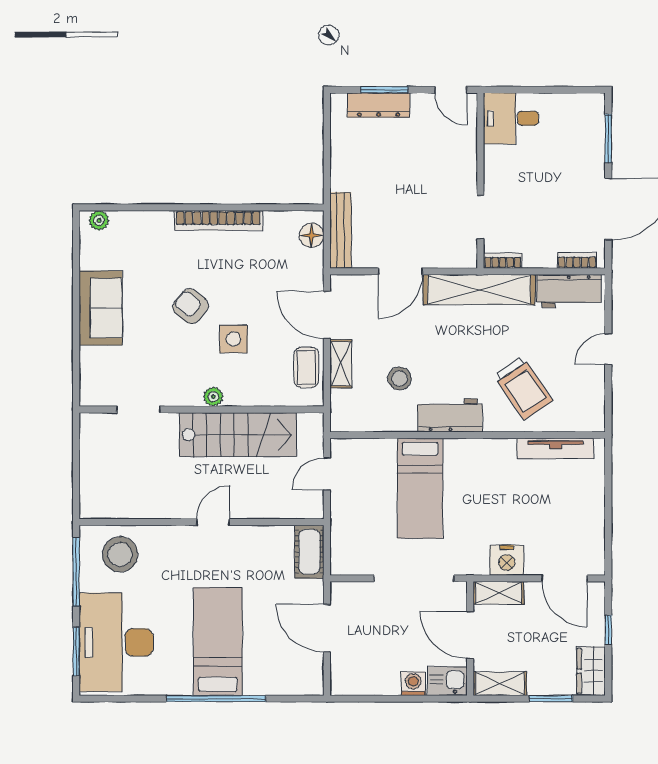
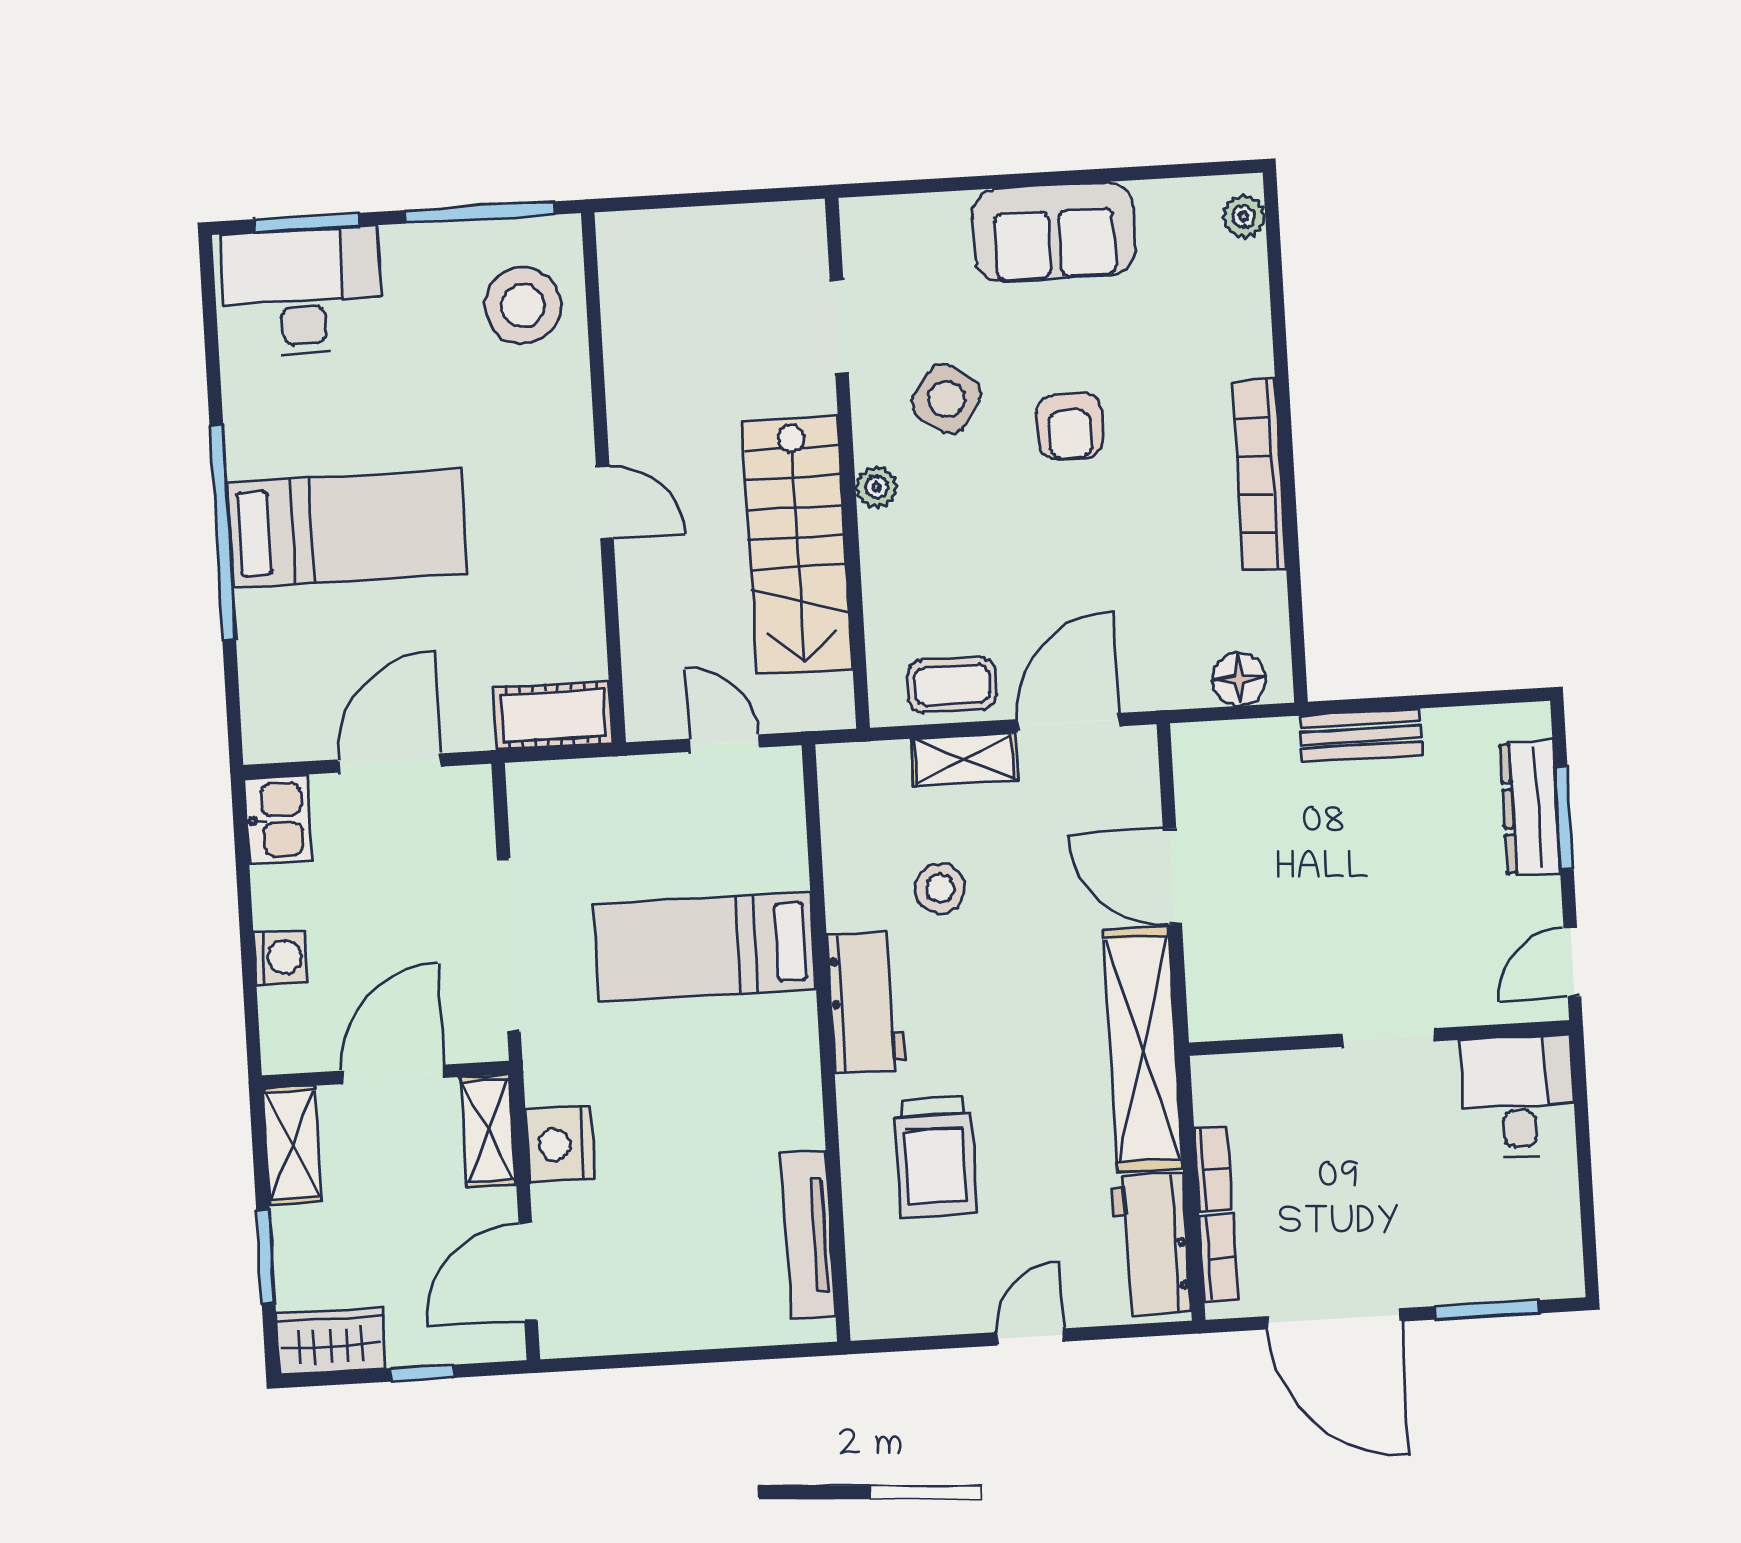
doorway: (480, 217) -> (1388, 1037), moved
bench: (341, 230) -> (1361, 735), moved, width x0.73
bookcase: (503, 261) -> (1213, 1169), moved
armchair: (191, 306) -> (1070, 426), turned 141
side table: (233, 339) -> (947, 399), moved, turned 35
door: (608, 349) -> (1031, 1337), hinge flipped
trolley: (523, 388) -> (935, 1157), turned -56
desk: (116, 642) -> (302, 291), width x0.73, depth x0.77
kitchen sink: (447, 681) -> (278, 820), moved

